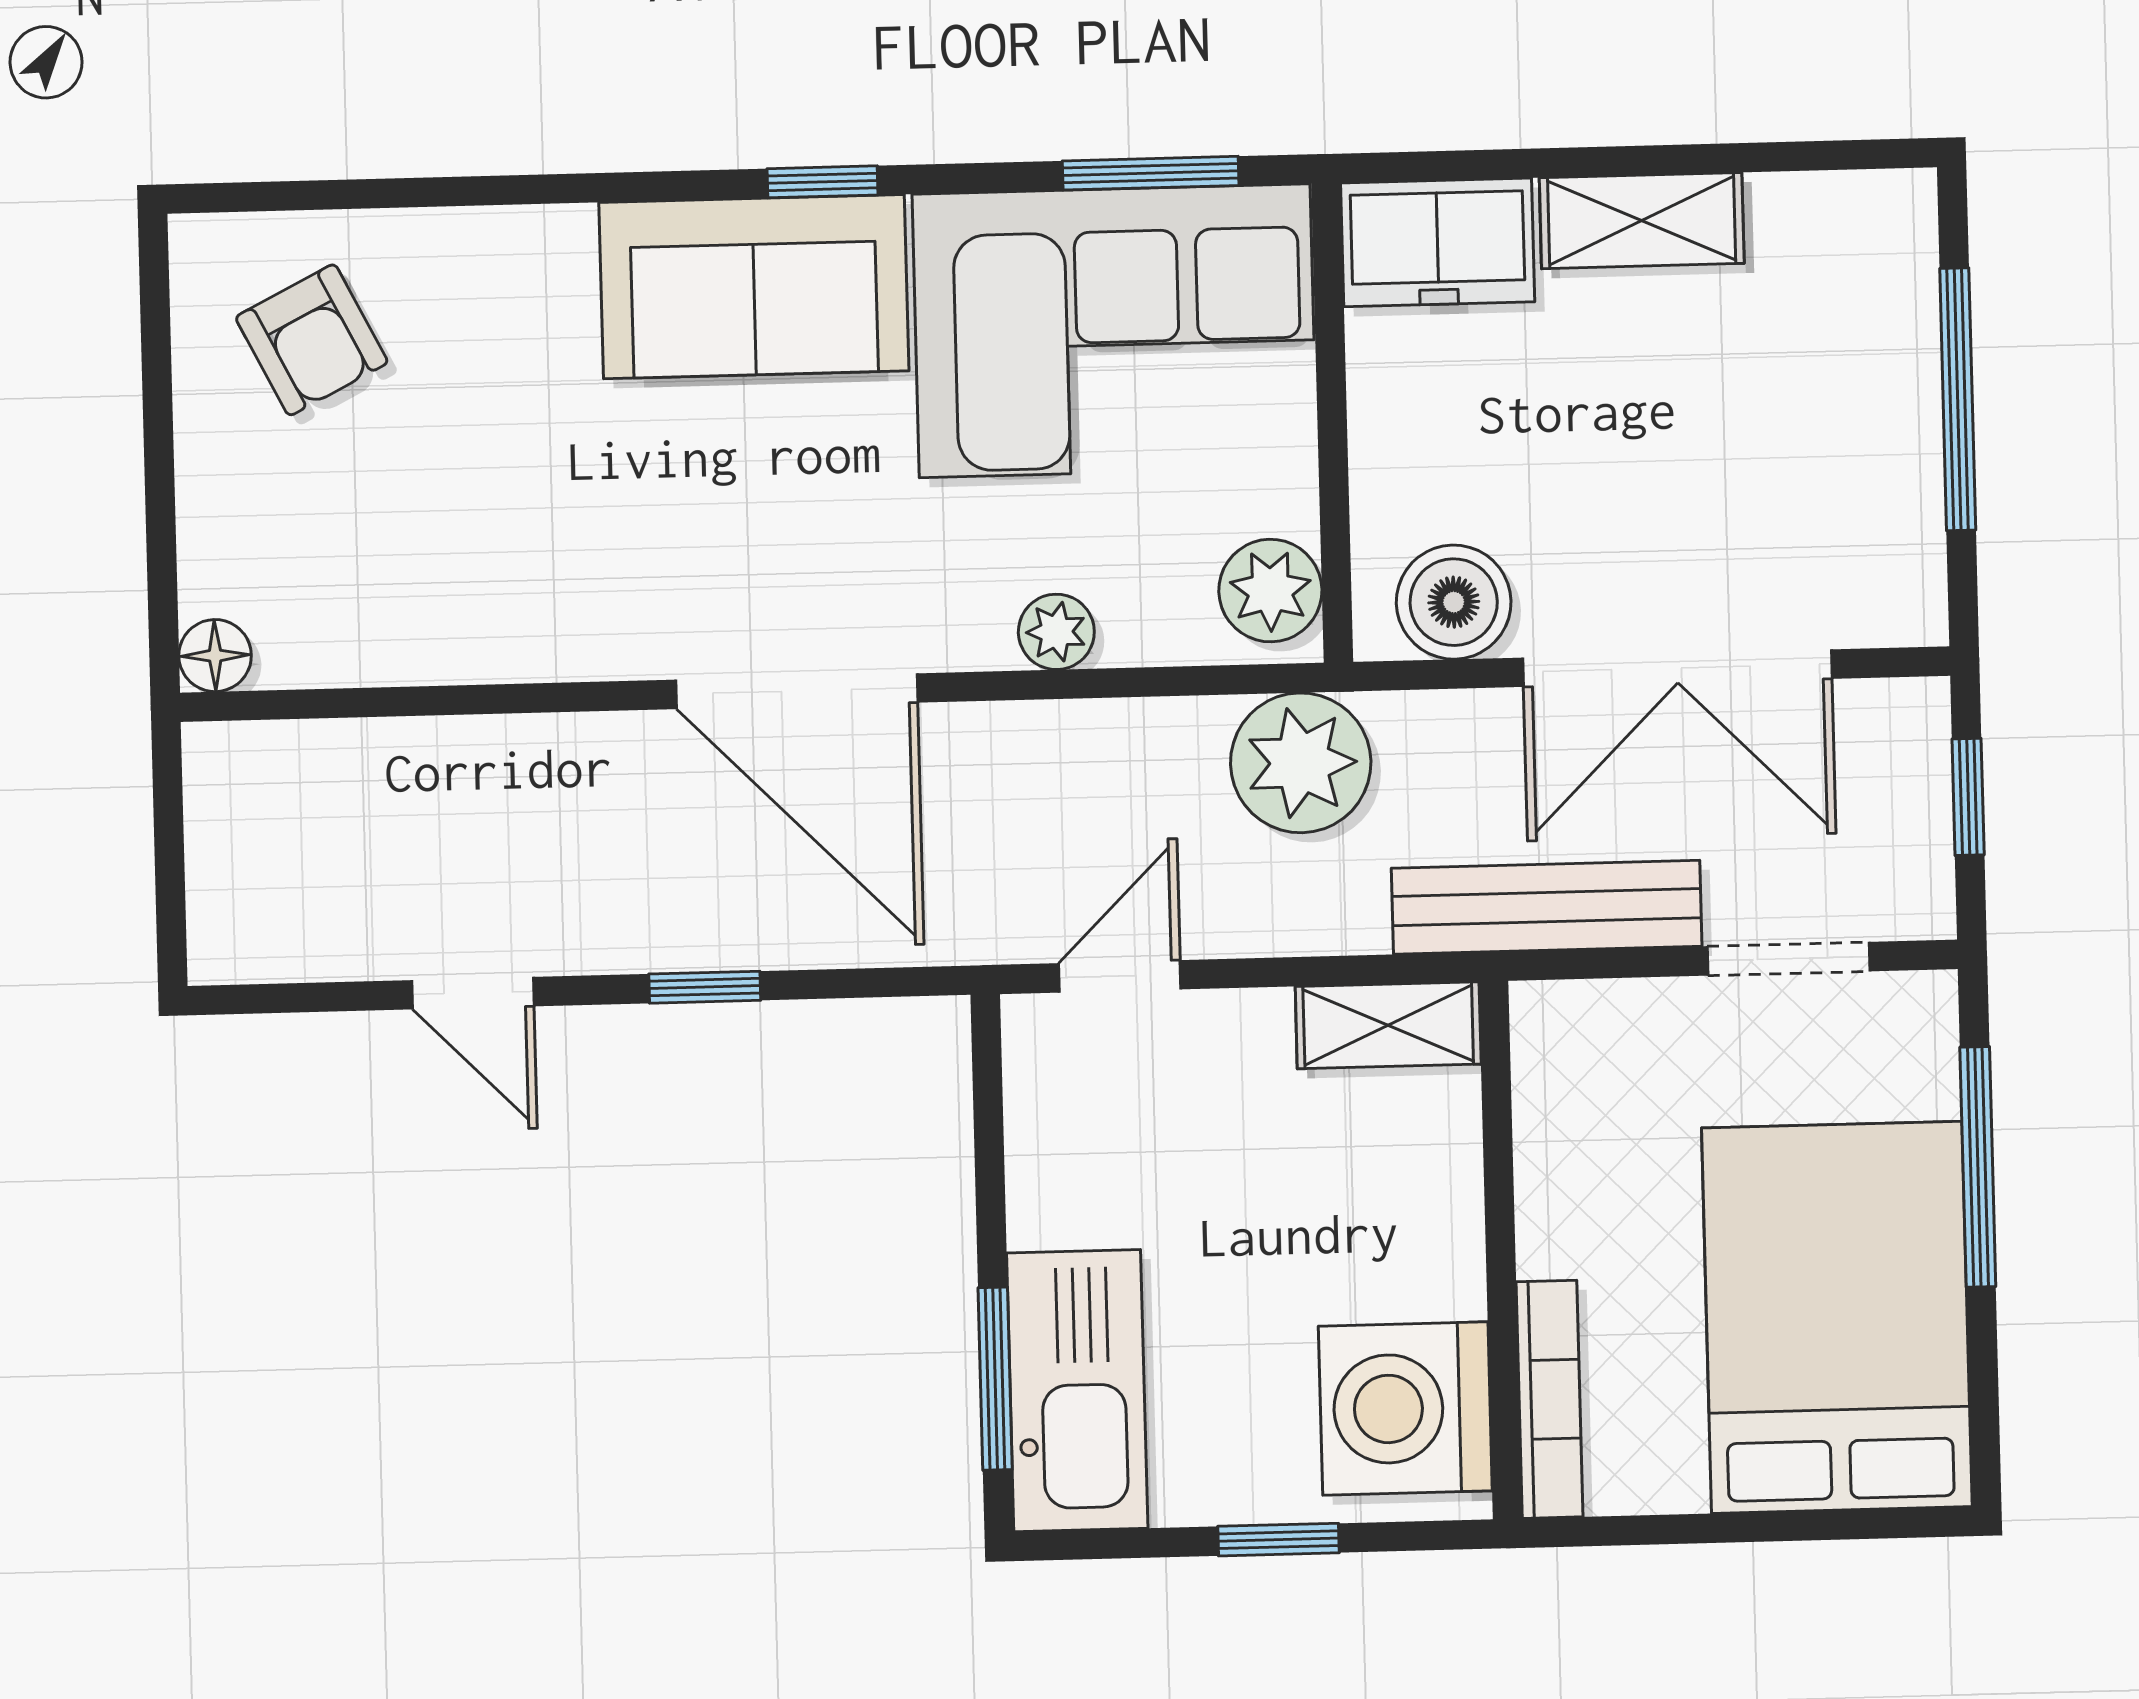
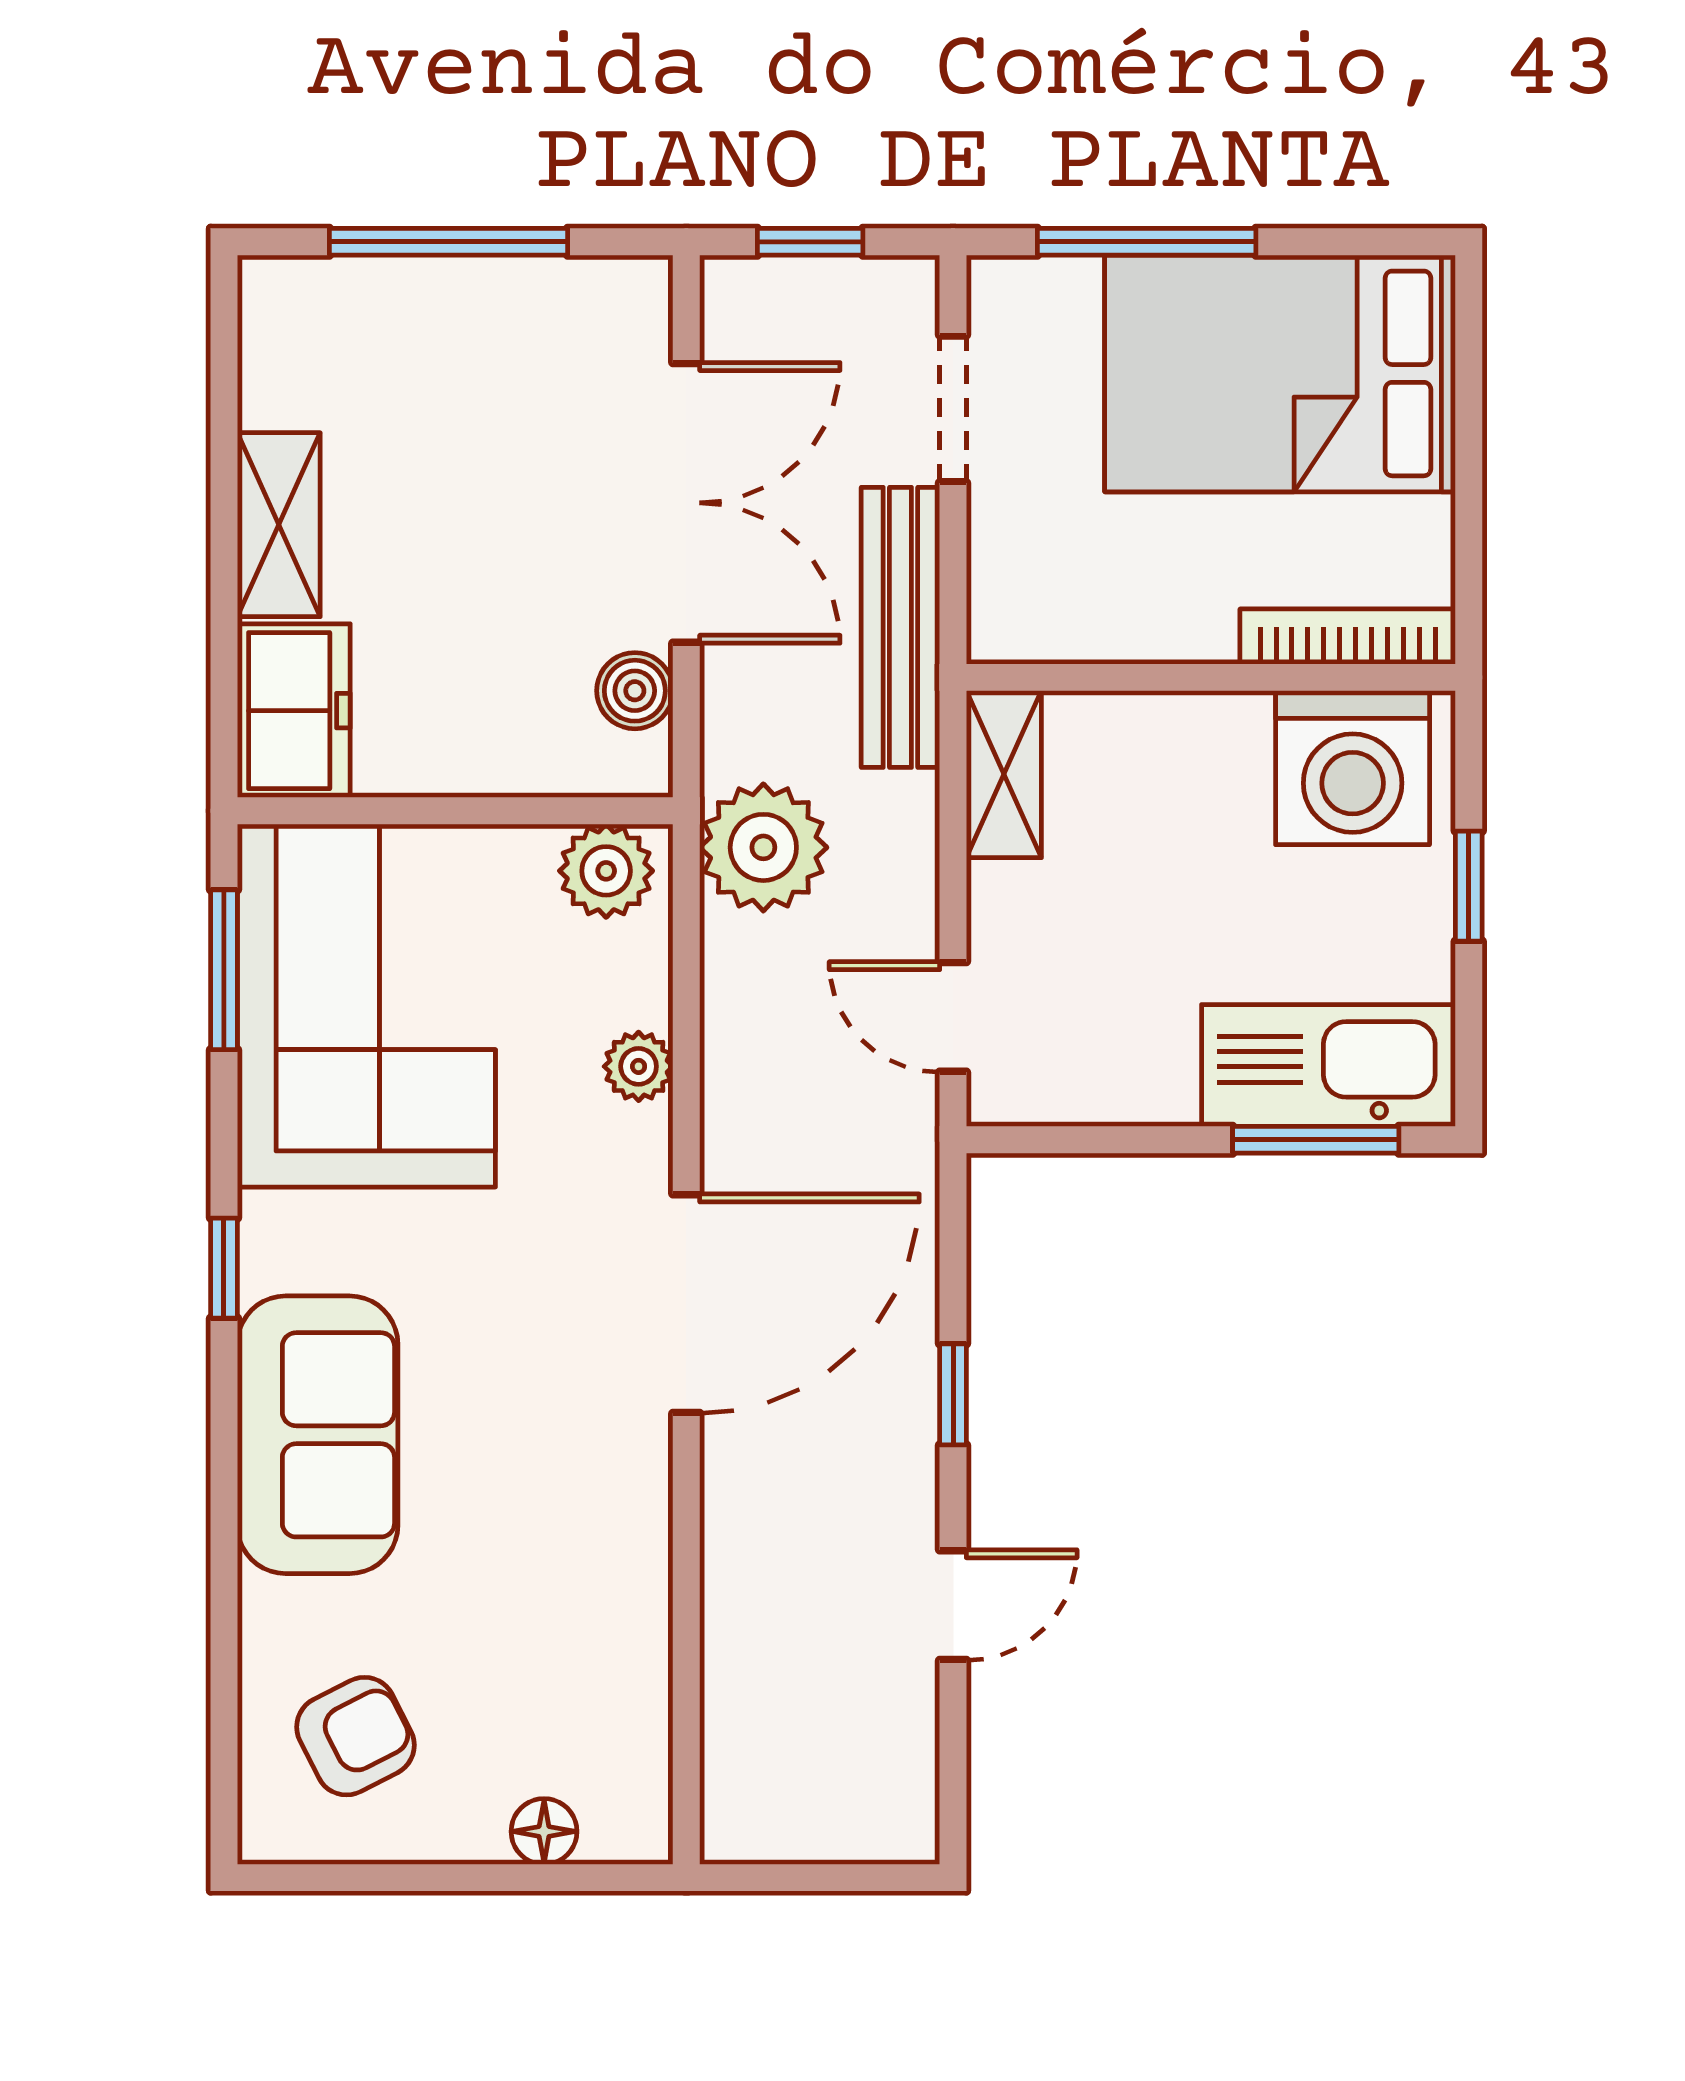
sofa: (754, 287) -> (318, 1435), moved
boiler: (1454, 602) -> (635, 691), width x0.73, depth x0.73
floor lamp: (215, 656) -> (544, 1831), moved

